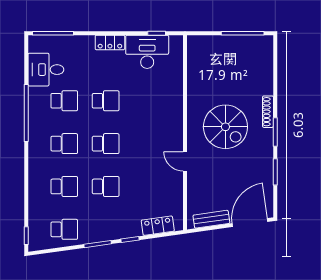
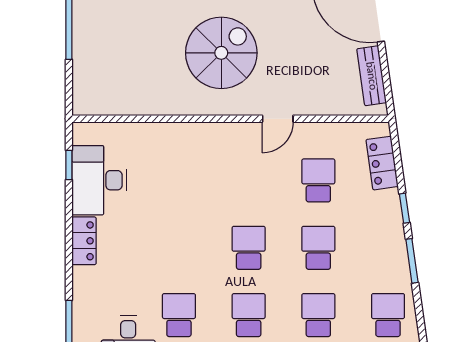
school desk: (106, 101) -> (318, 180), moved

